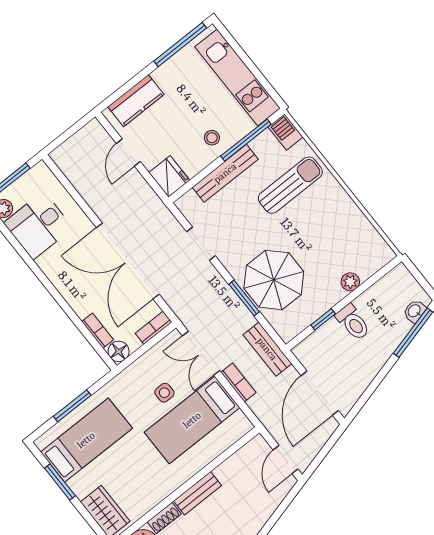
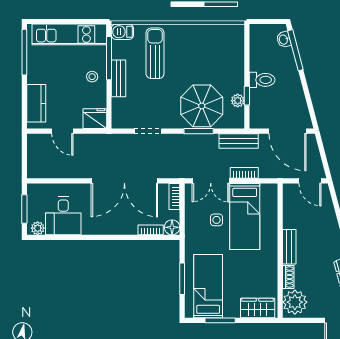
bench: (225, 173) -> (119, 78), width x0.73
plant: (350, 282) -> (238, 101), moved

